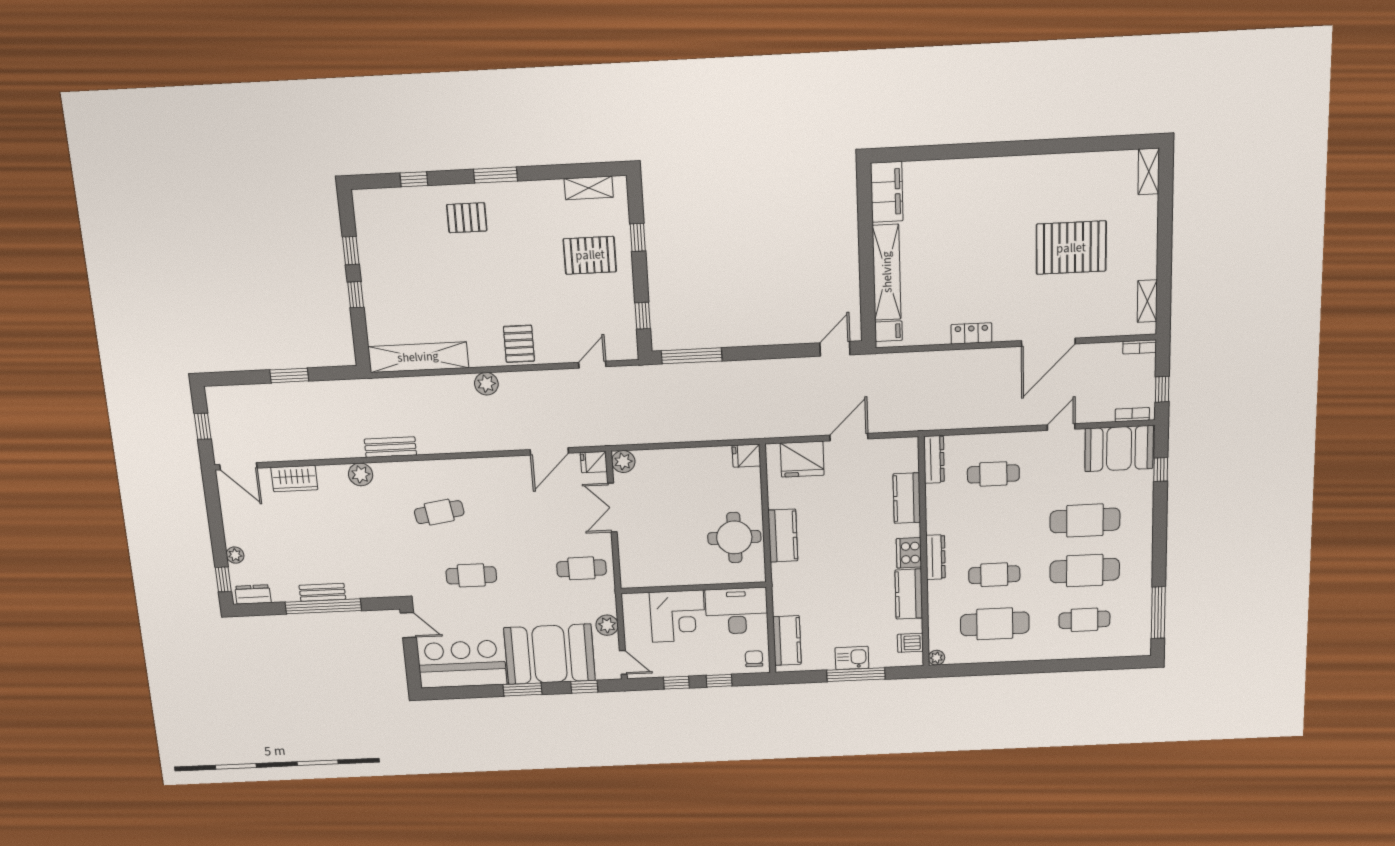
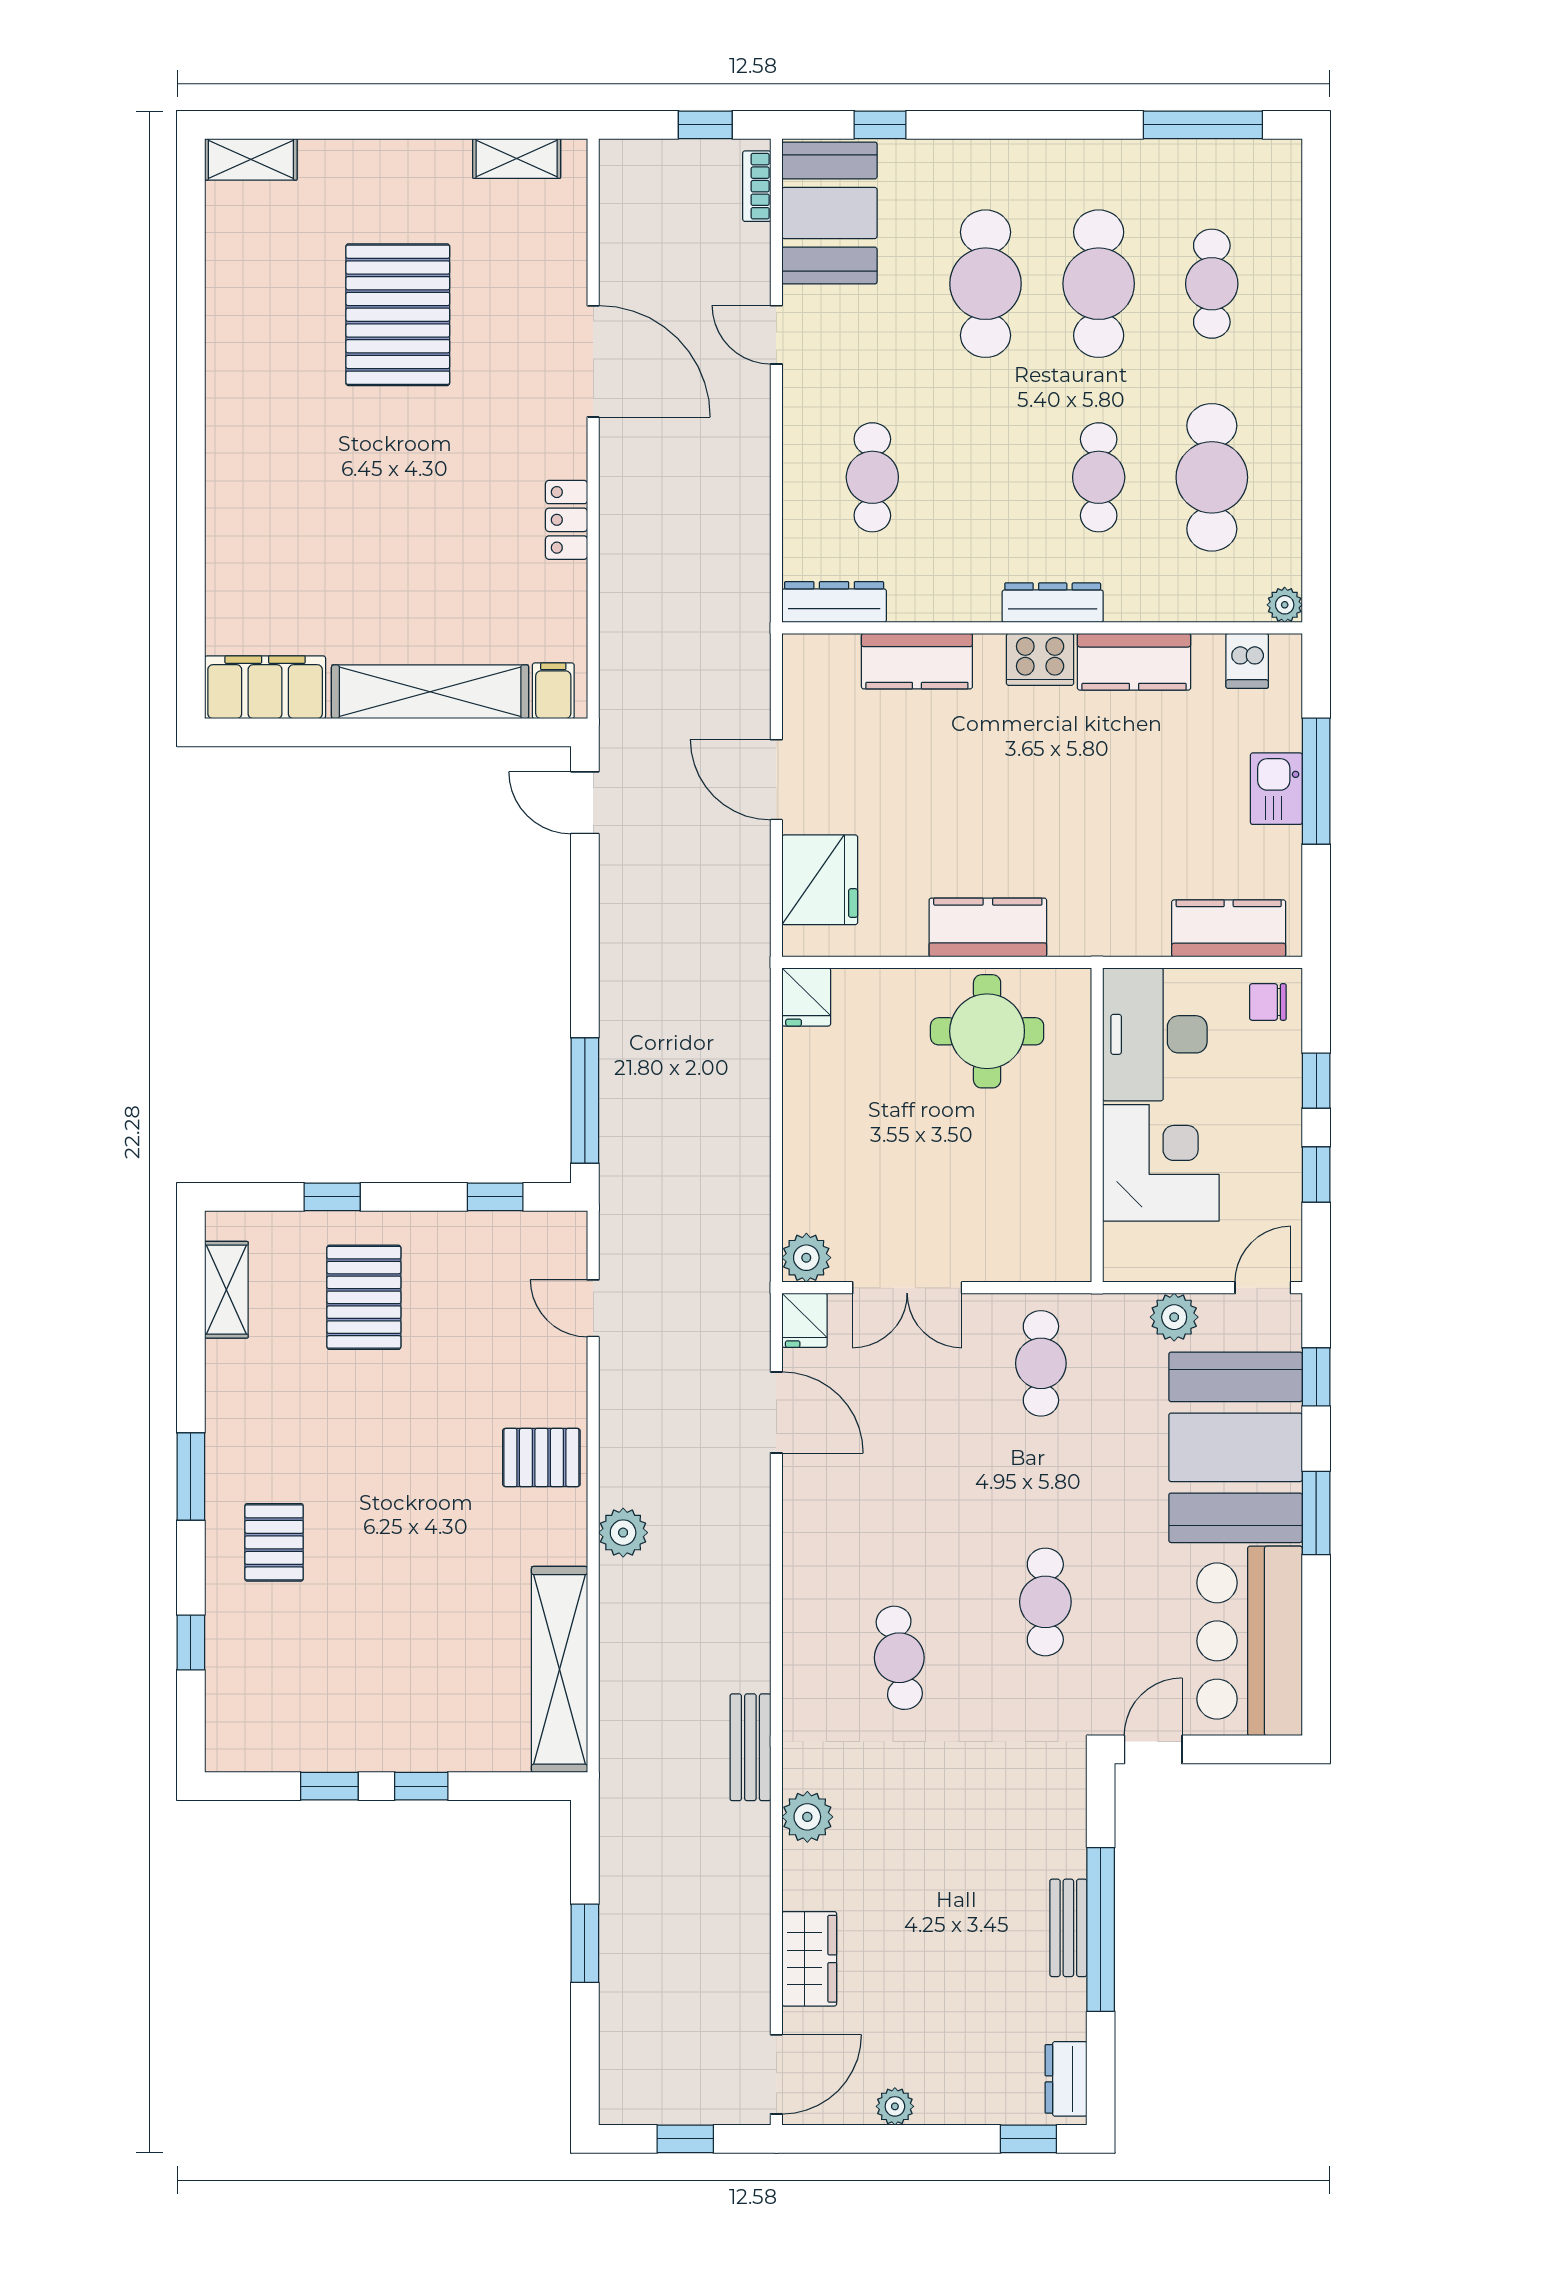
bookcase: (1140, 347) -> (612, 173), removed
plant: (235, 555) -> (895, 2106), moved

